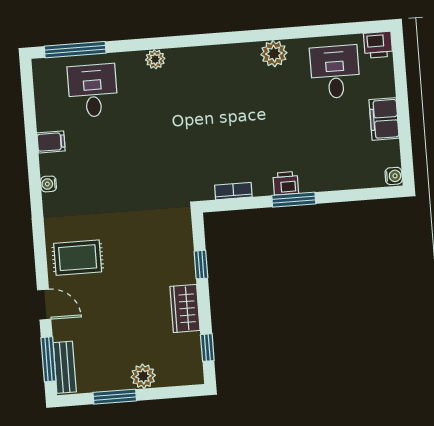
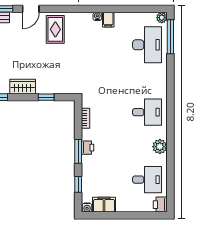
plant: (155, 59) -> (162, 18), moved
desk: (214, 81) -> (147, 112), added
desk: (93, 91) -> (147, 45), width x1.37
filing cabinet: (384, 119) -> (104, 205), moved
filing cabinet: (51, 142) -> (108, 20), moved
window: (353, 195) -> (78, 184), added

